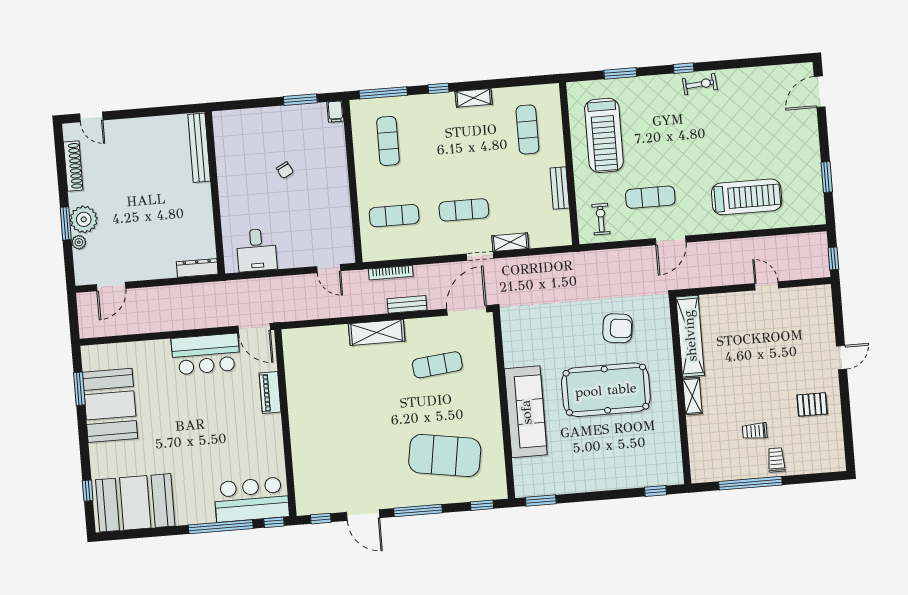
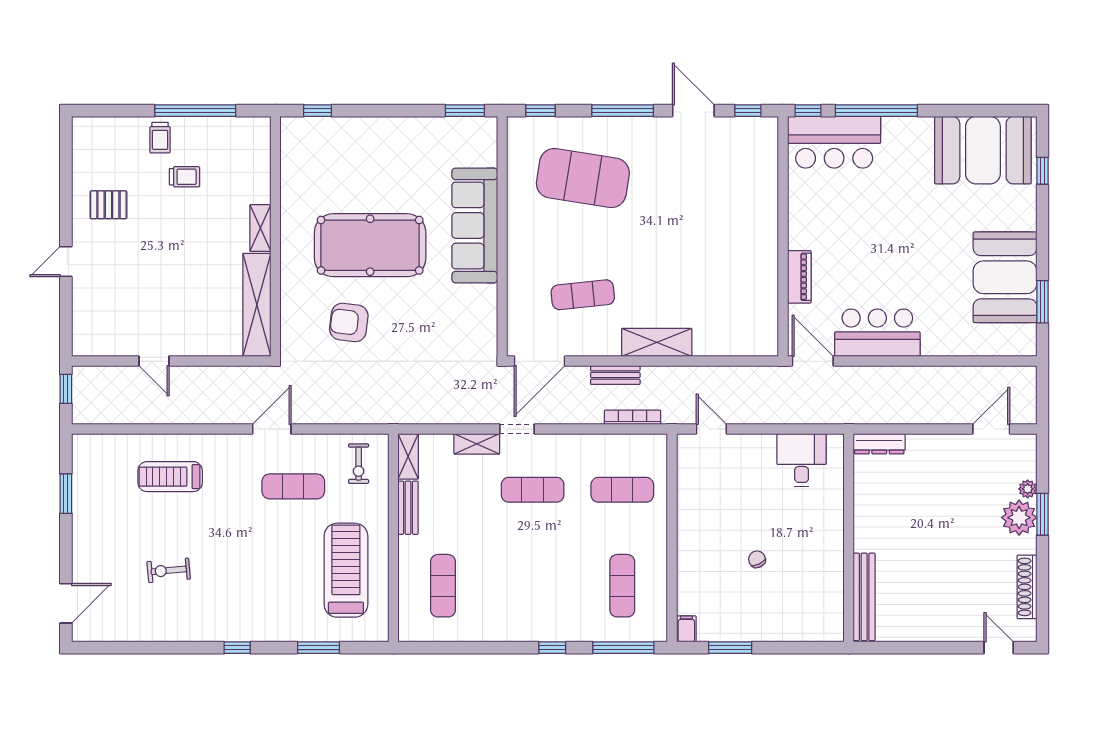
exercise bike: (700, 84) -> (169, 570), moved
shelving: (474, 98) -> (408, 456), moved, turned 90
treadmill: (747, 197) -> (170, 477), width x0.73, depth x0.73

